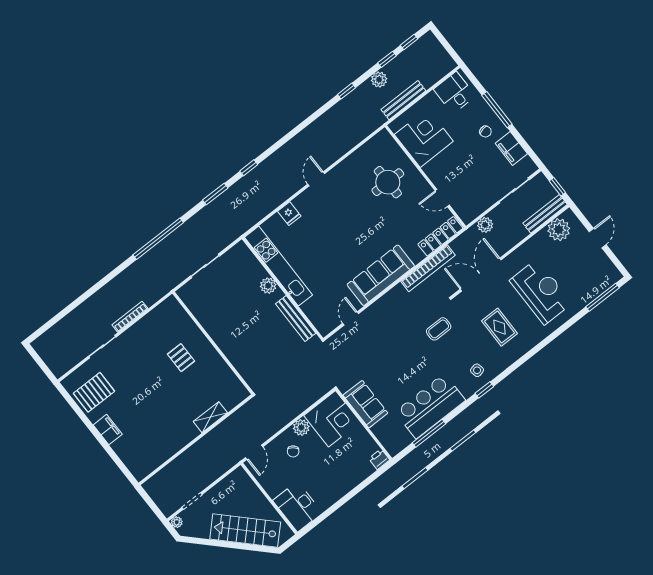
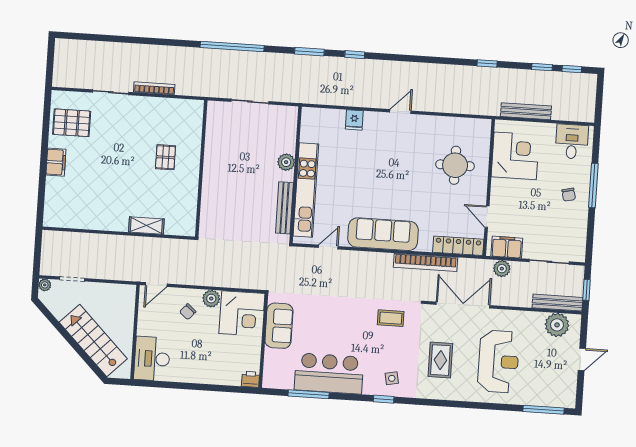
plant: (379, 80) -> (521, 77), removed
filing cabinet: (511, 148) -> (507, 247), moved, turned 90
kitchen unit: (279, 266) -> (306, 190), moved

